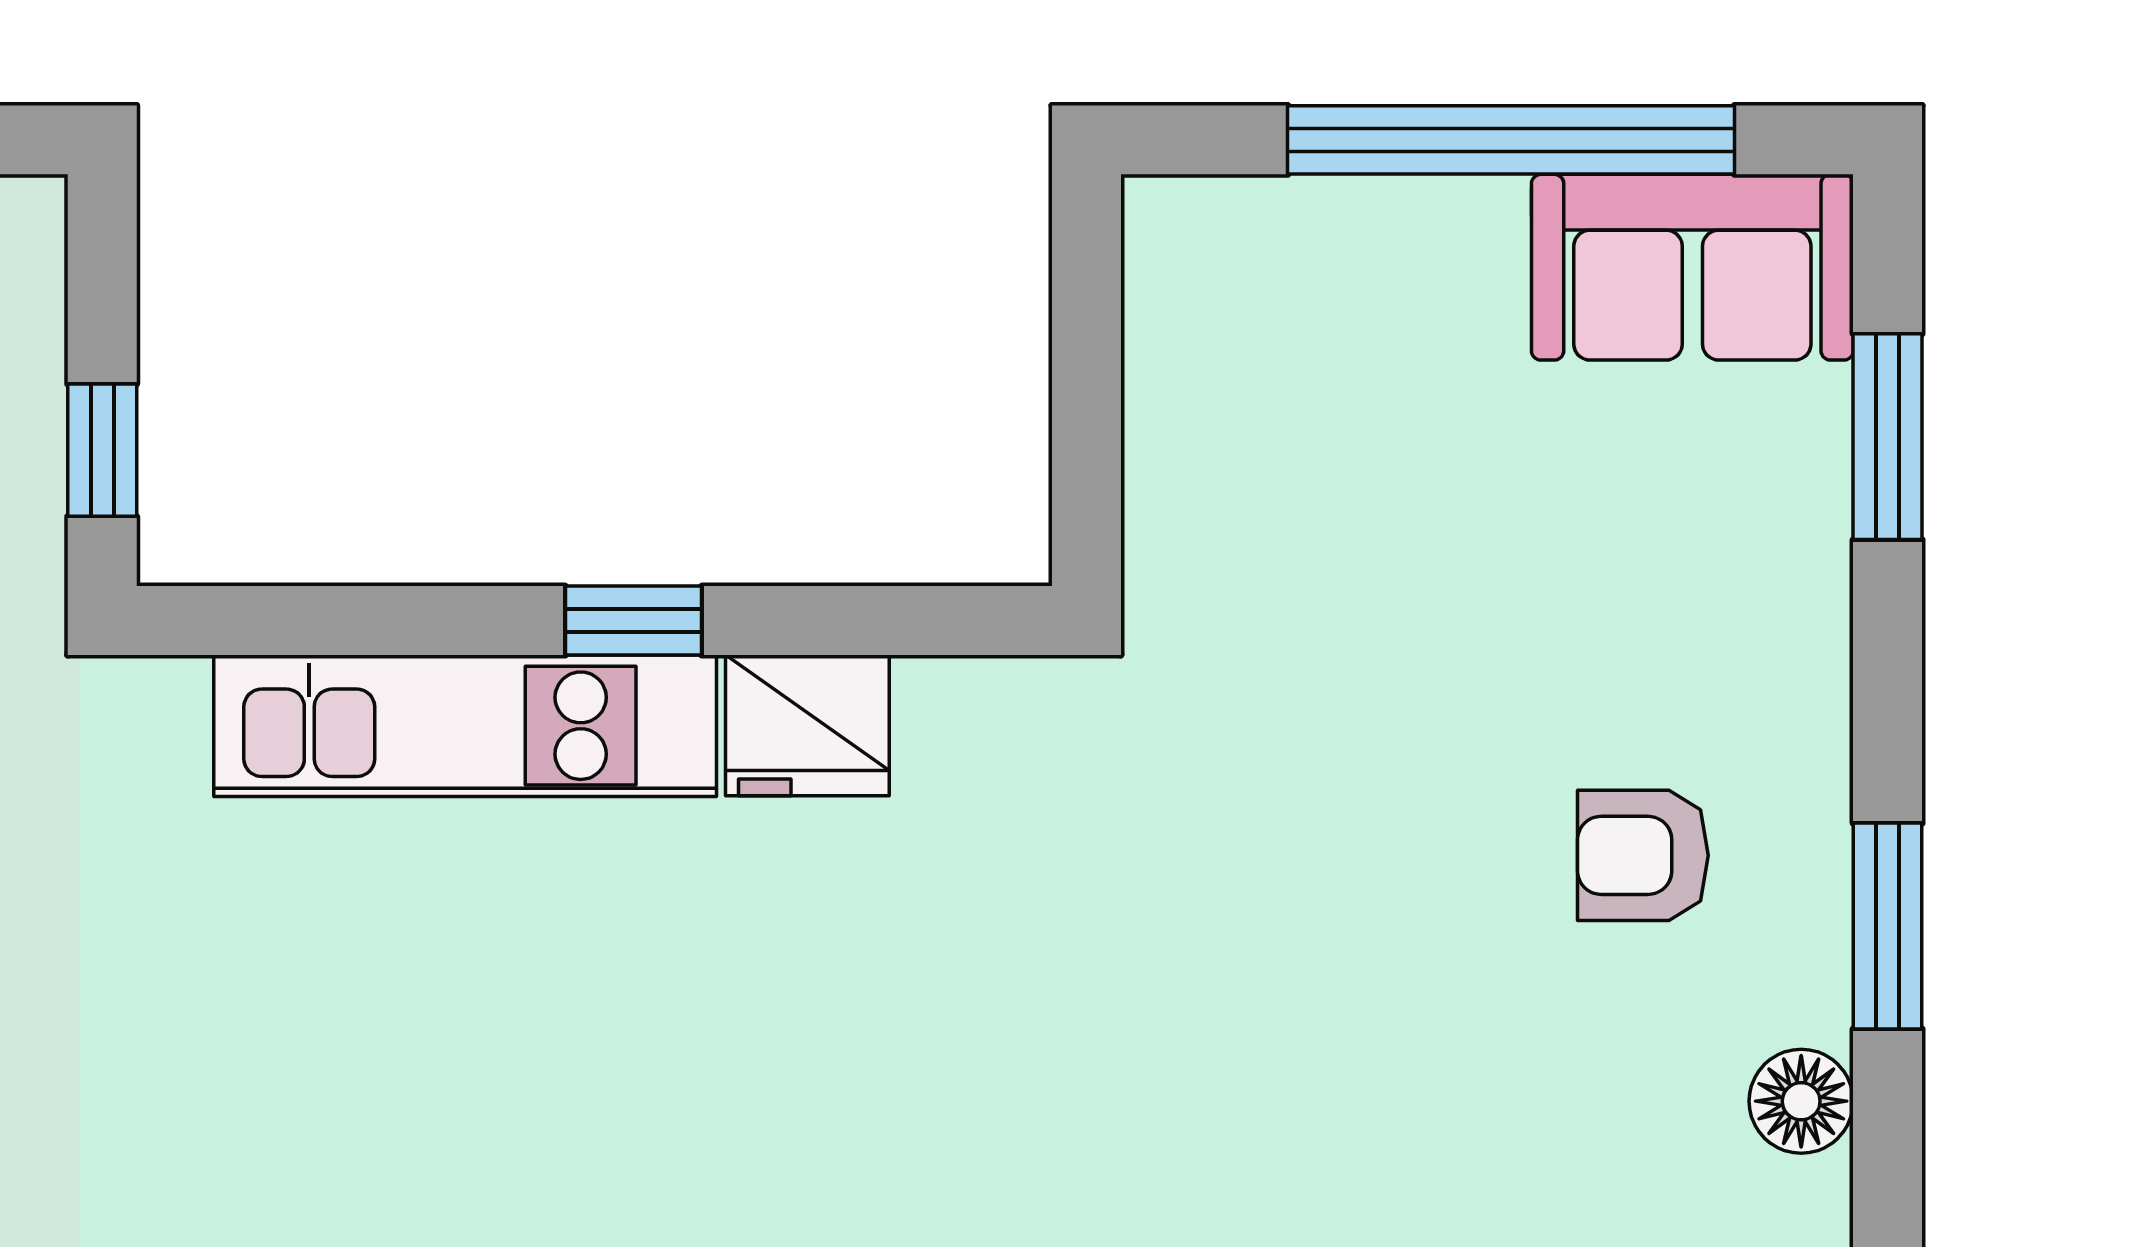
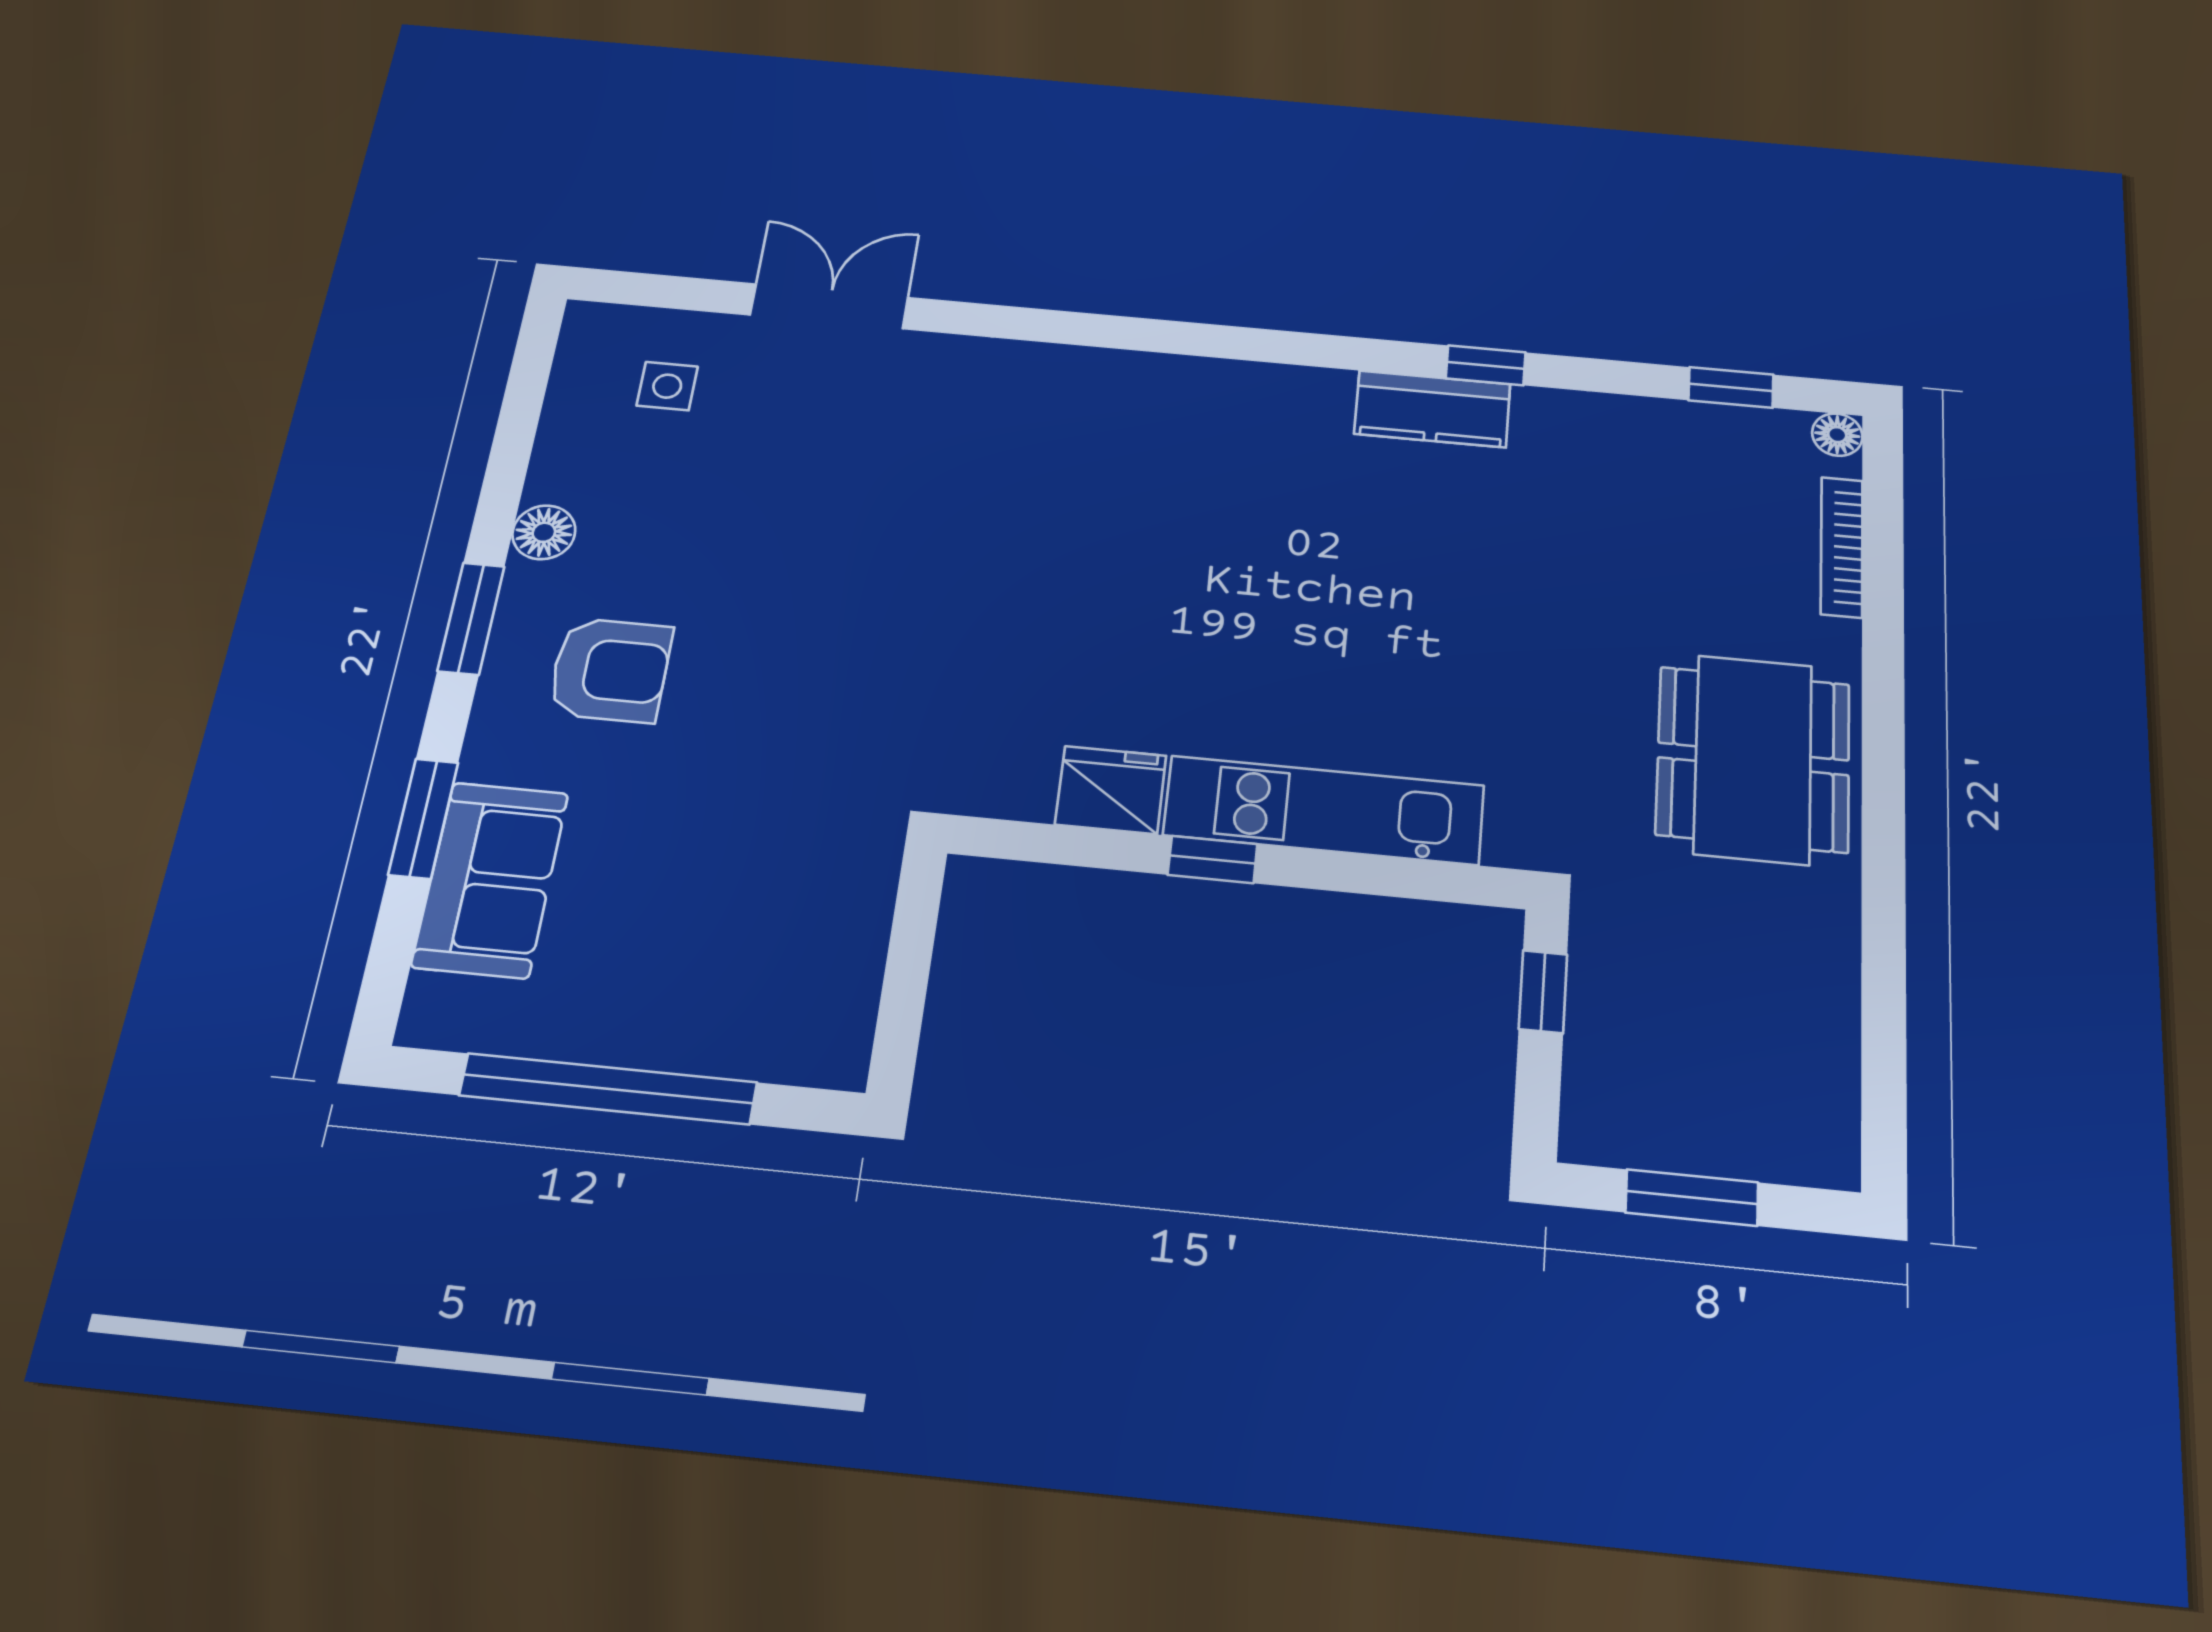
sofa: (1692, 267) -> (490, 880), moved, turned 90
window: (1888, 437) -> (423, 818), moved
armchair: (1643, 855) -> (610, 670), width x1.38, depth x1.38

